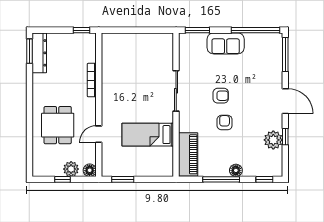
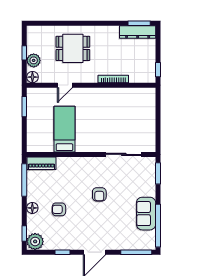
sofa: (226, 43) -> (146, 214), moved
sliding door: (176, 91) -> (124, 154), moved
armchair: (225, 123) -> (59, 209), moved, turned 180
door: (99, 134) -> (65, 85), swing flipped
plant: (273, 140) -> (35, 241), moved
piano: (188, 154) -> (42, 163), width x0.73, depth x0.75
window: (221, 179) -> (24, 180), moved

